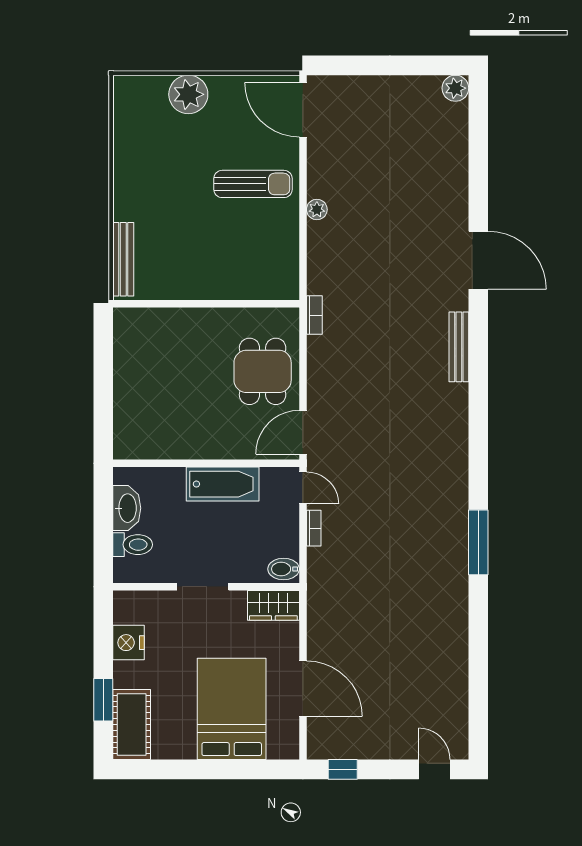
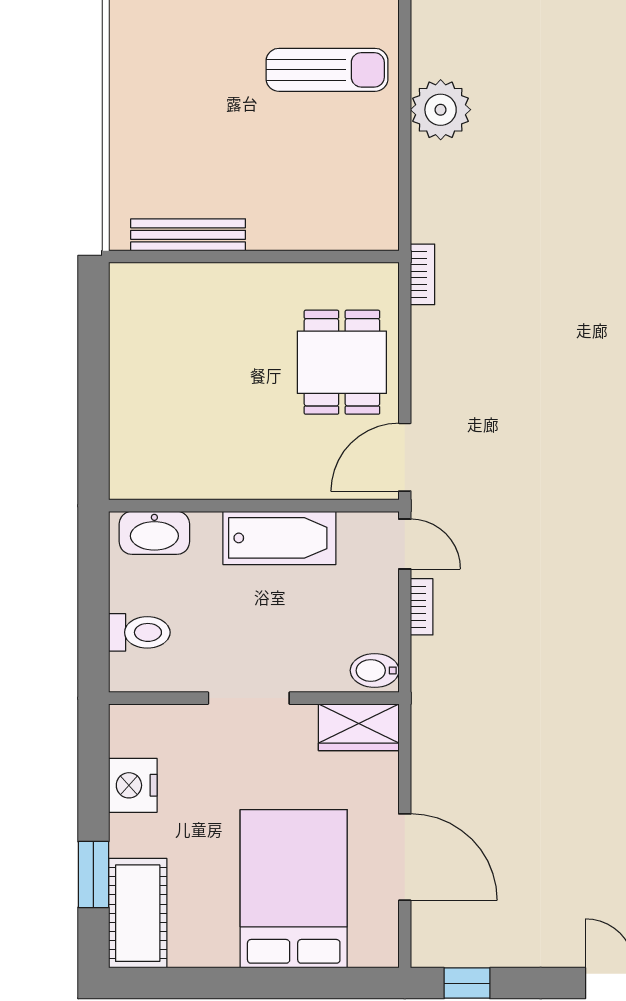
plant: (317, 210) -> (441, 110), width x1.87, depth x1.87
bench: (123, 259) -> (188, 235), moved, turned 90
washbasin: (127, 508) -> (154, 533), moved, turned 90

